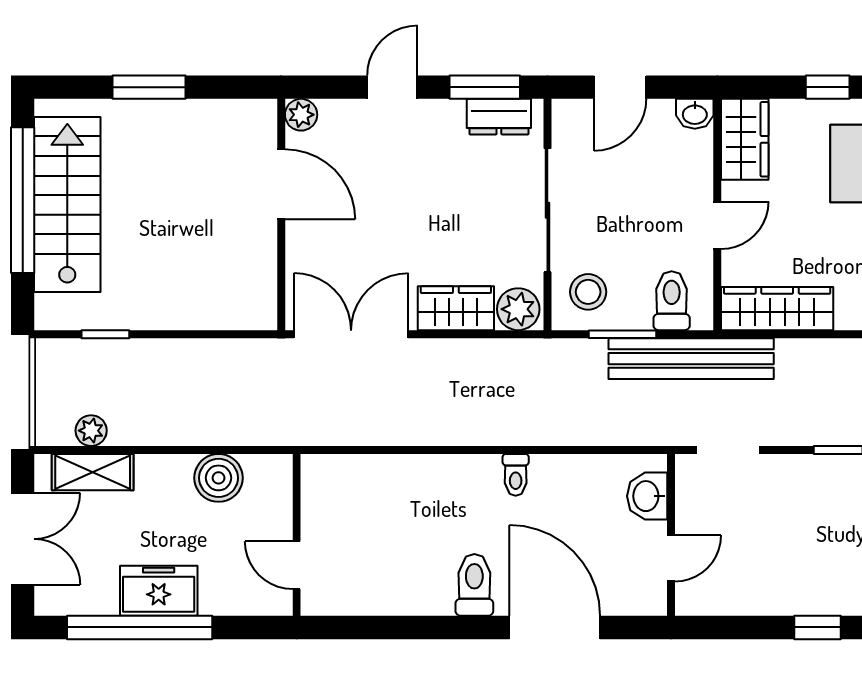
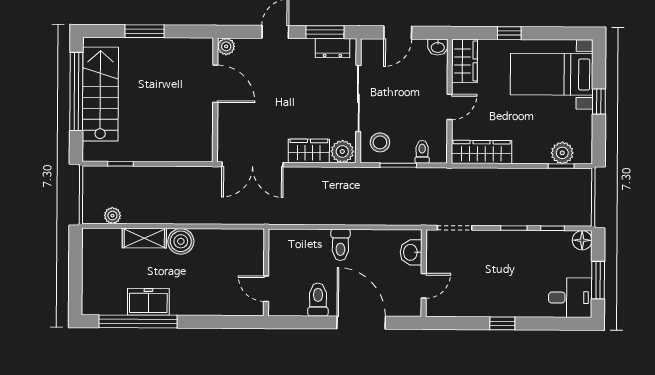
toilet: (672, 301) -> (422, 152), width x0.73, depth x0.72
double door: (351, 334) -> (253, 164), swing flipped
bench: (691, 359) -> (435, 179), removed
shelving: (93, 472) -> (144, 238), moved
toilet: (516, 475) -> (340, 245), width x1.37, depth x1.39
wall: (297, 535) -> (266, 272), moved
double door: (23, 539) -> (75, 274), removed
door: (297, 565) -> (266, 289), moved

